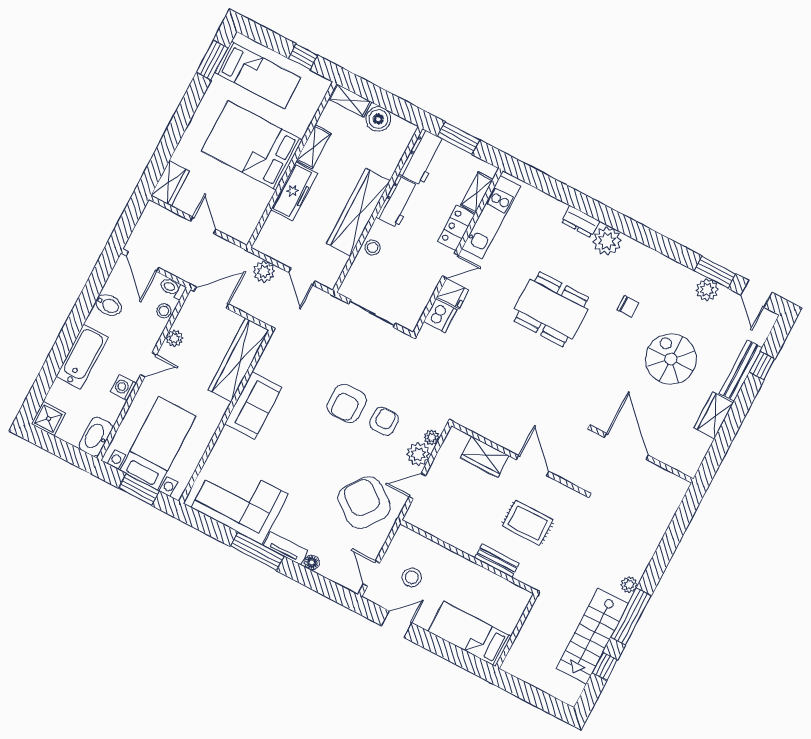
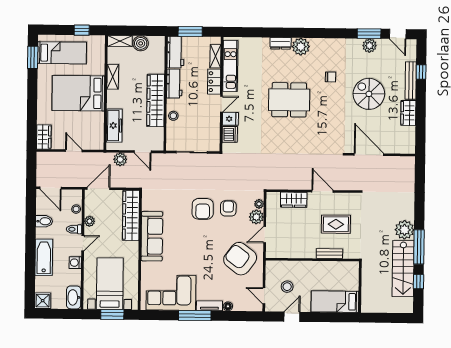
freezer: (294, 192) -> (114, 126), moved
toilet: (172, 288) -> (74, 229), moved
sofa: (253, 406) -> (152, 236), width x1.36
plant: (629, 585) -> (405, 230), width x1.87, depth x1.87

